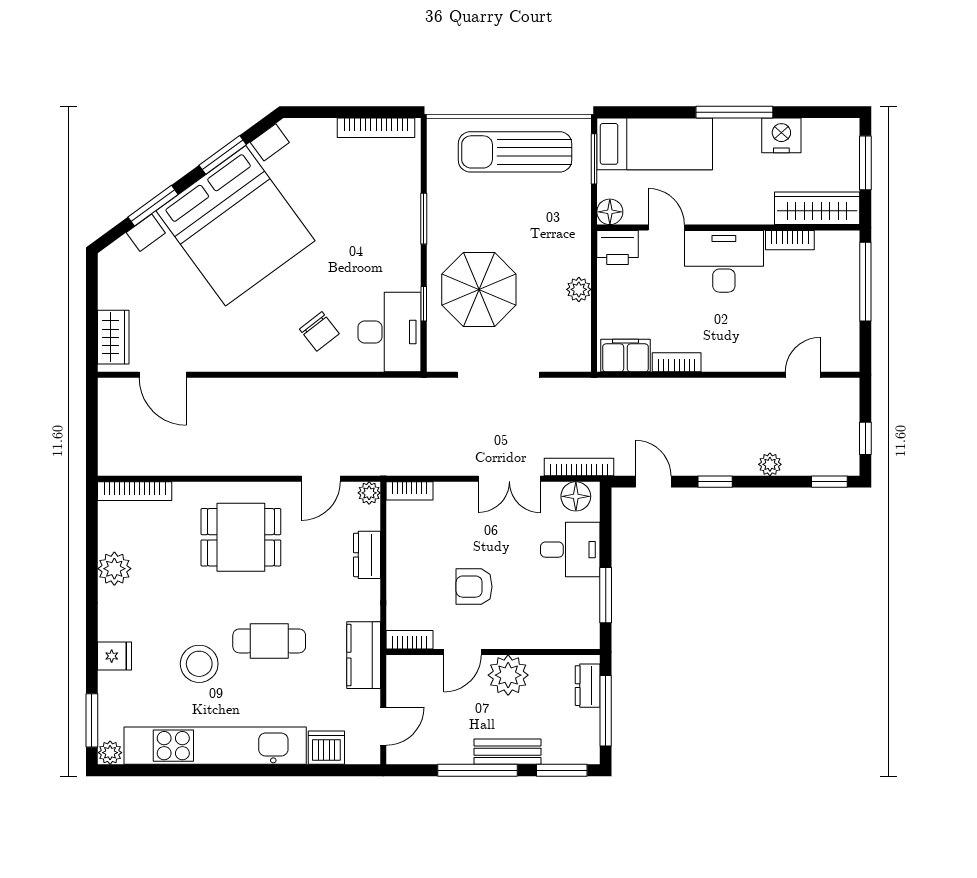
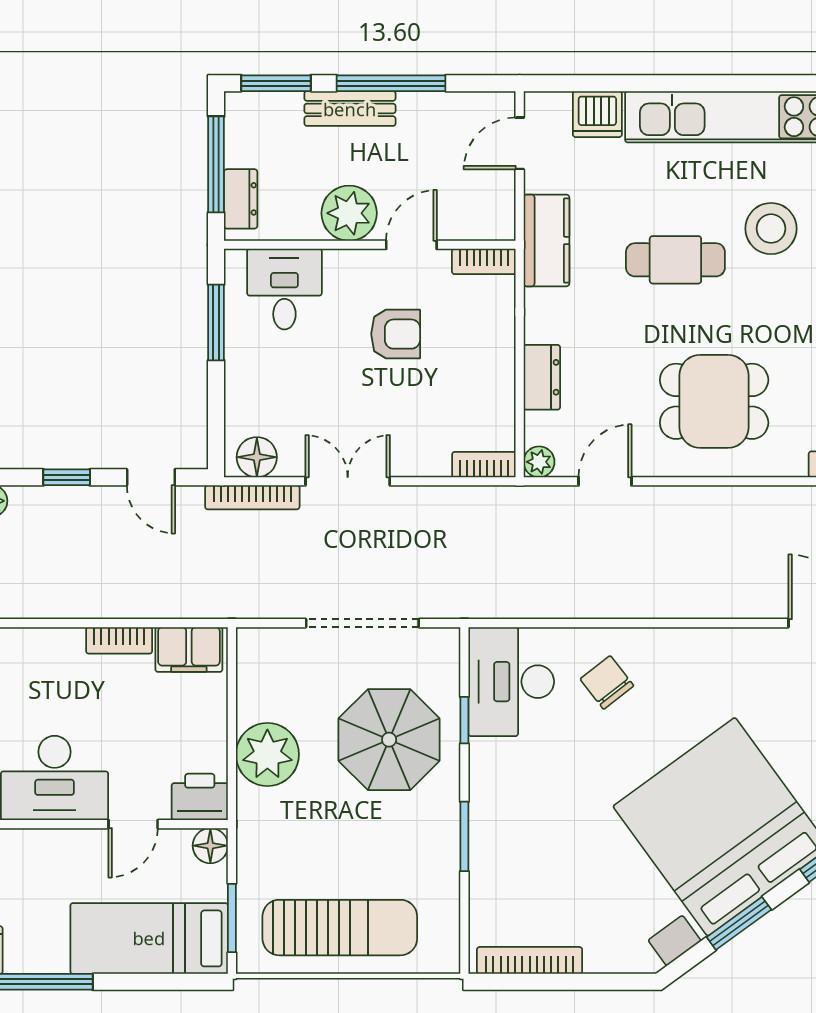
door: (666, 228) -> (133, 824), hinge flipped
plant: (579, 289) -> (267, 754), width x1.87, depth x1.87
desk: (570, 550) -> (284, 289), moved, turned 90

